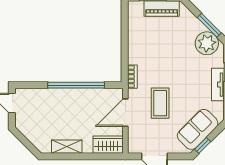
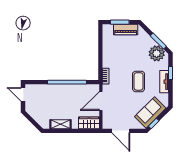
coffee table: (160, 103) -> (139, 81), moved

